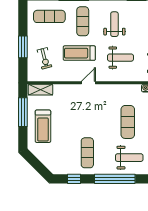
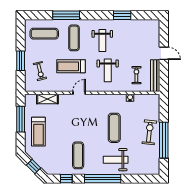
weight bench: (114, 24) -> (102, 40), turned 180
weight bench: (120, 58) -> (108, 70), turned 90
shelving: (41, 90) -> (47, 99), moved
weight bench: (129, 158) -> (116, 160), turned 180
window: (37, 165) -> (34, 166), added

